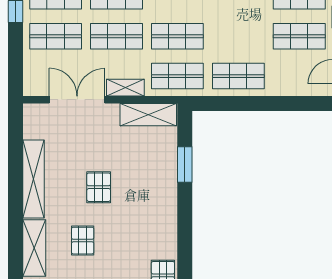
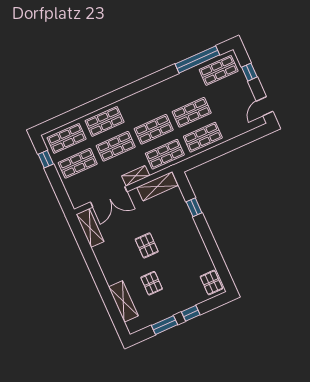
shop shelf: (299, 36) -> (192, 112), moved
double door: (77, 100) -> (109, 197), swing flipped
window: (185, 165) -> (194, 207), width x0.67
shelving: (33, 179) -> (90, 228), moved, width x0.68

